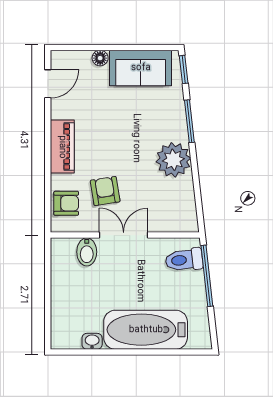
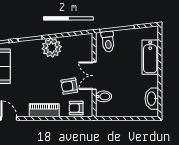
armchair: (66, 203) -> (76, 108), turned -90
bathtub: (146, 330) -> (150, 57), width x0.73, depth x0.73
washbasin: (92, 341) -> (152, 99), width x1.91, depth x1.45

